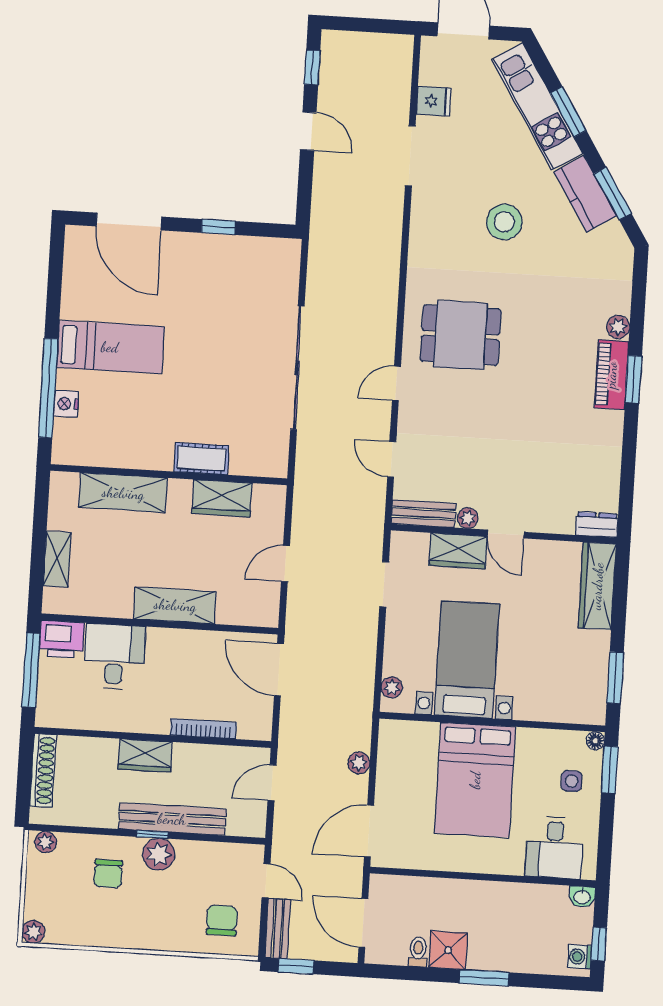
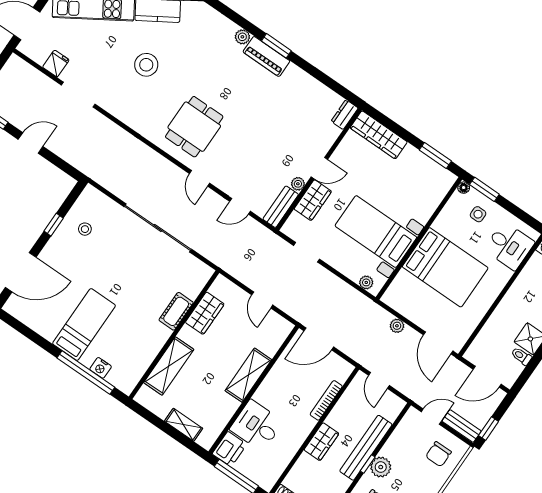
stool: (238, 272) -> (85, 229), added
chair: (222, 920) -> (438, 454), turned -90

